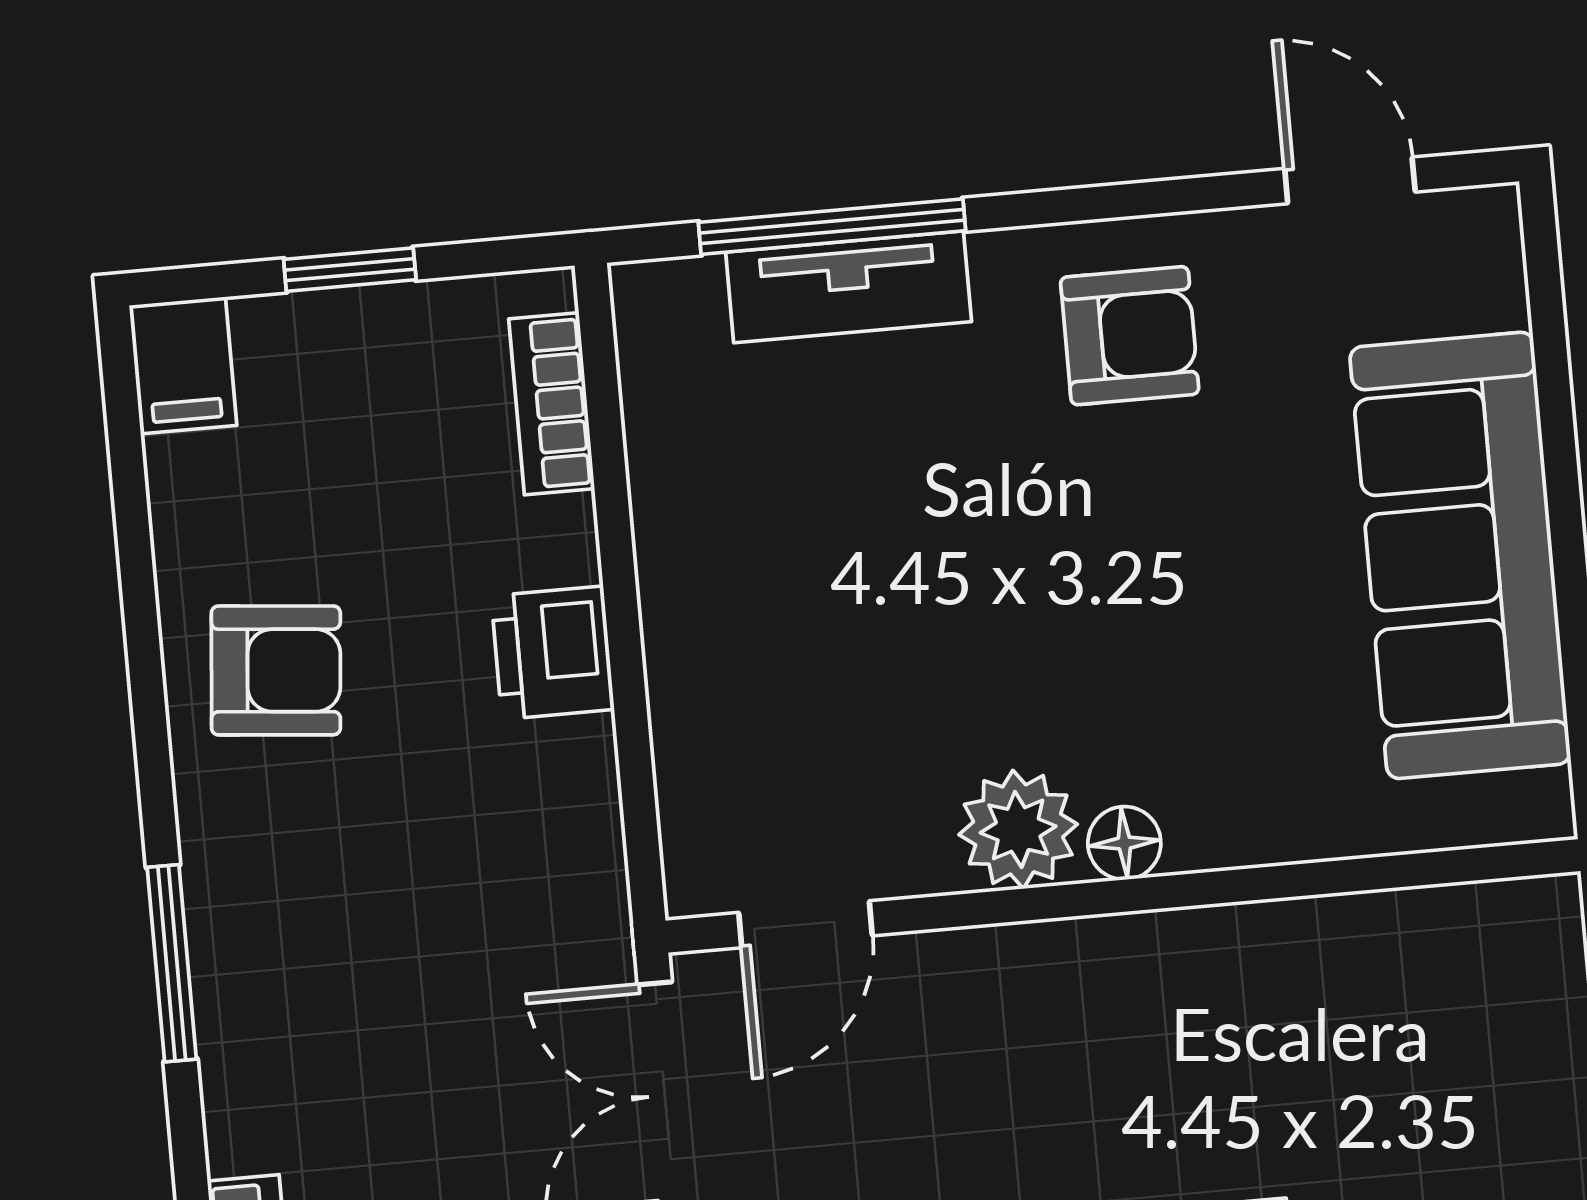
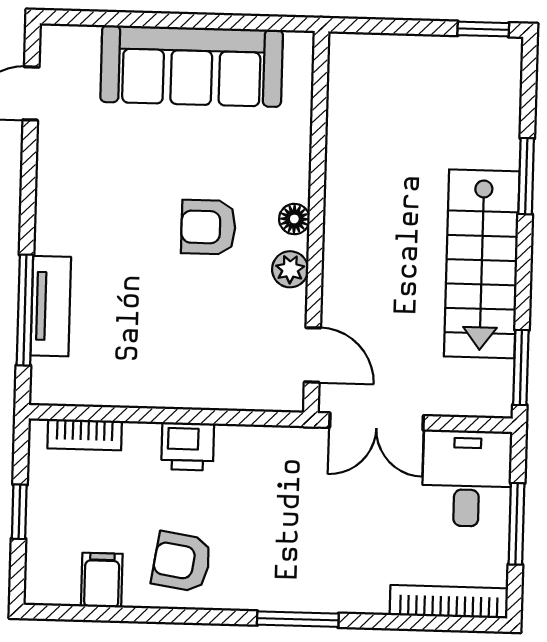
armchair: (1130, 336) -> (208, 227), moved, turned -90
filing cabinet: (183, 365) -> (102, 580), moved, turned -90
armchair: (276, 670) -> (182, 562), turned -86
plant: (1018, 829) -> (290, 269), width x0.73, depth x0.73

